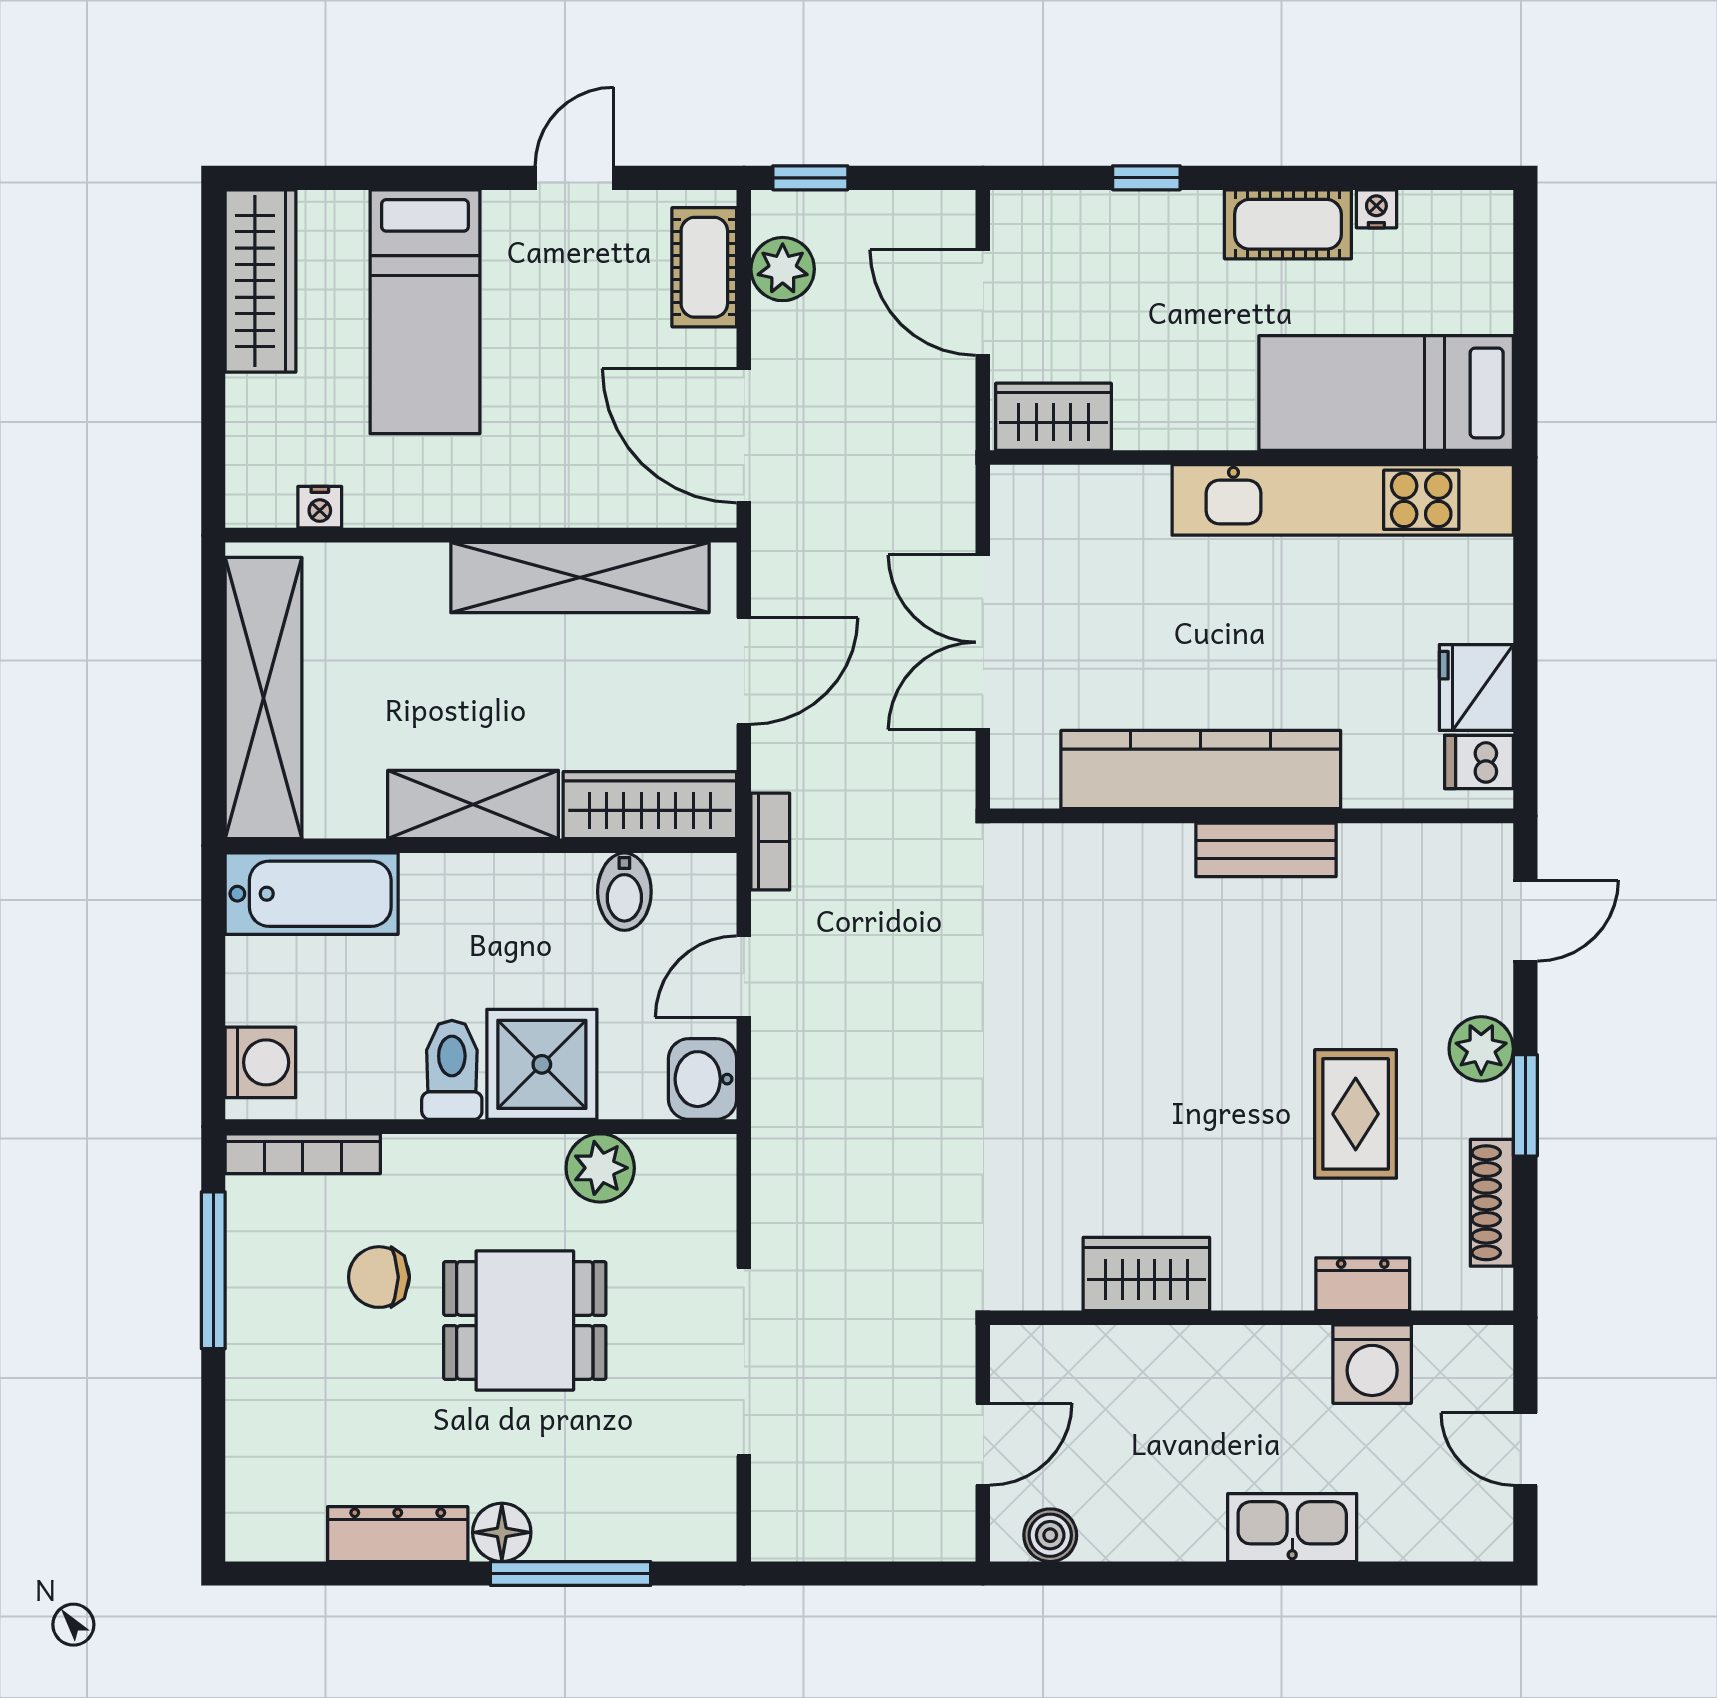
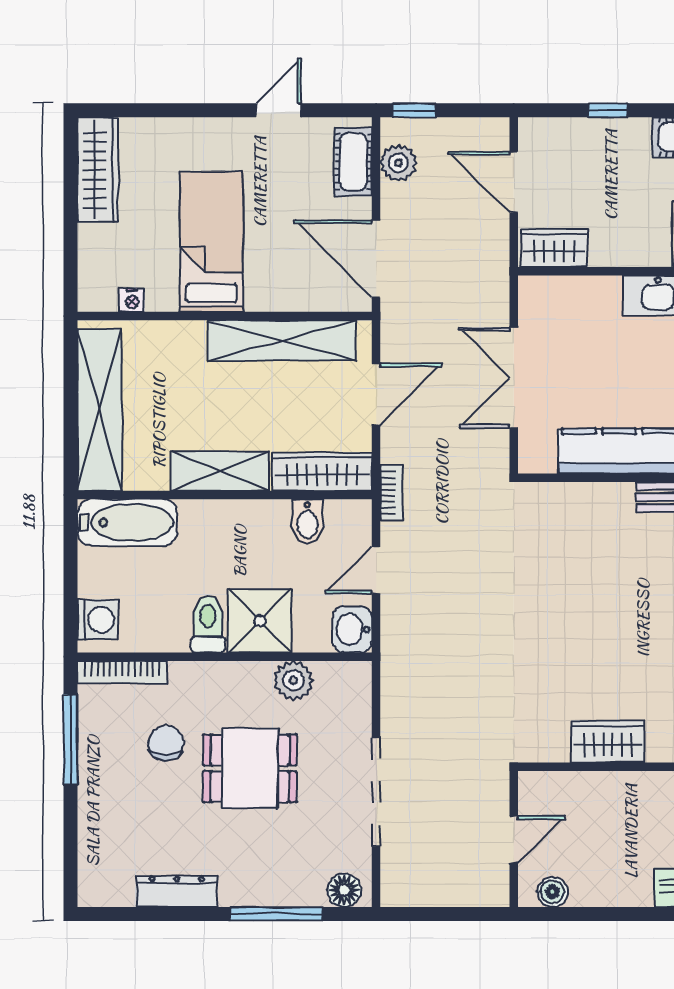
bed: (425, 312) -> (211, 242), moved, turned 180
chair: (379, 1277) -> (166, 743), turned 92
floor lamp: (502, 1532) -> (344, 890), moved

